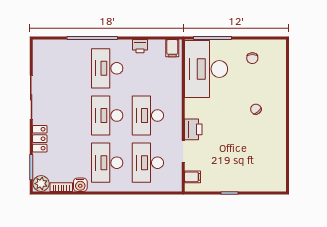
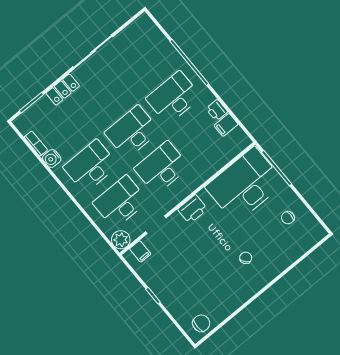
filing cabinet: (172, 48) -> (226, 125), moved
printer: (193, 129) -> (193, 209), moved
chair: (275, 176) -> (201, 323), added
plant: (41, 184) -> (121, 240), moved

